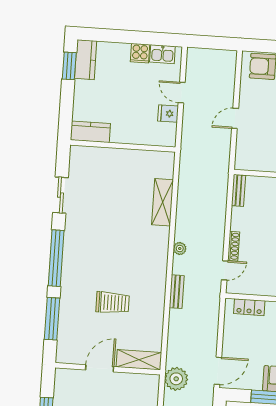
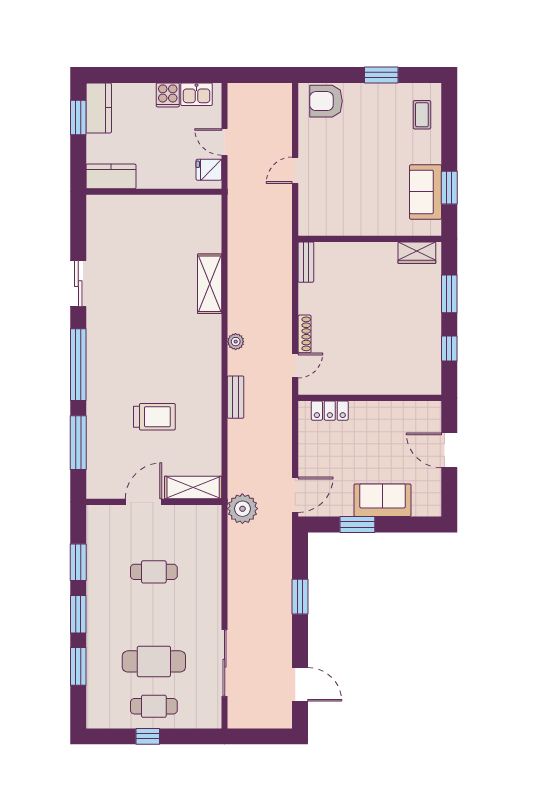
kitchen counter: (90, 132) -> (111, 176), moved
wall: (123, 146) -> (154, 192), moved

